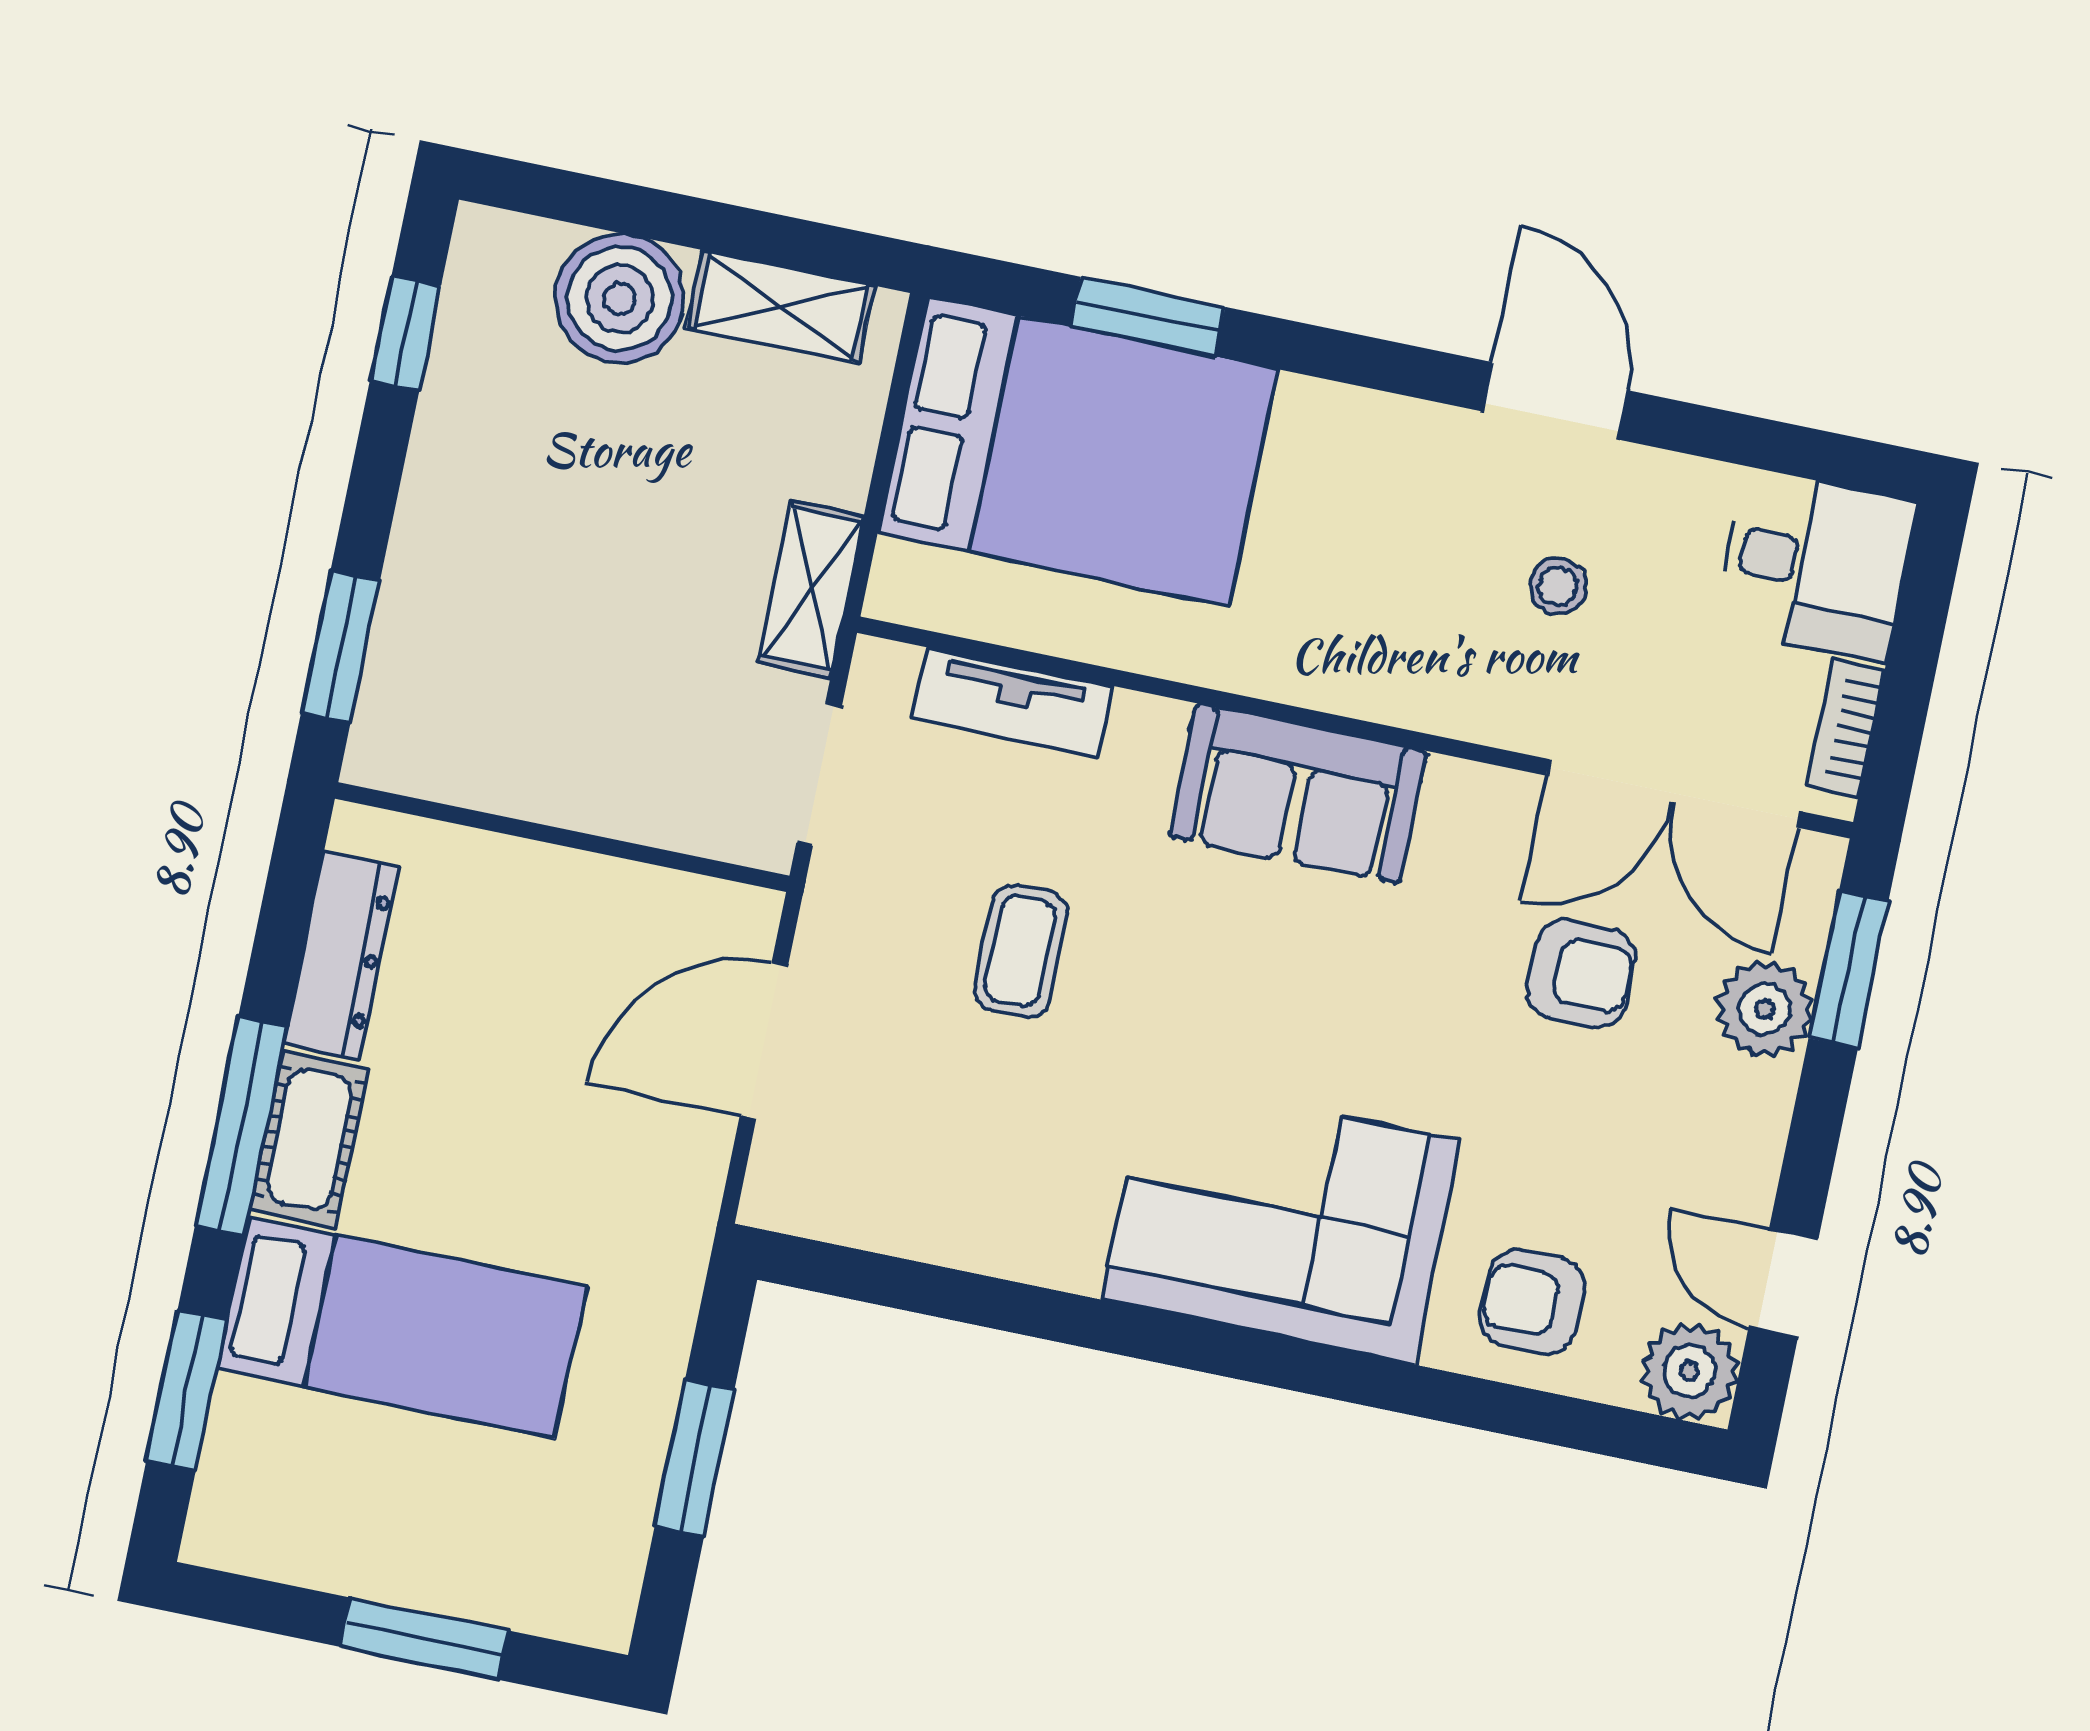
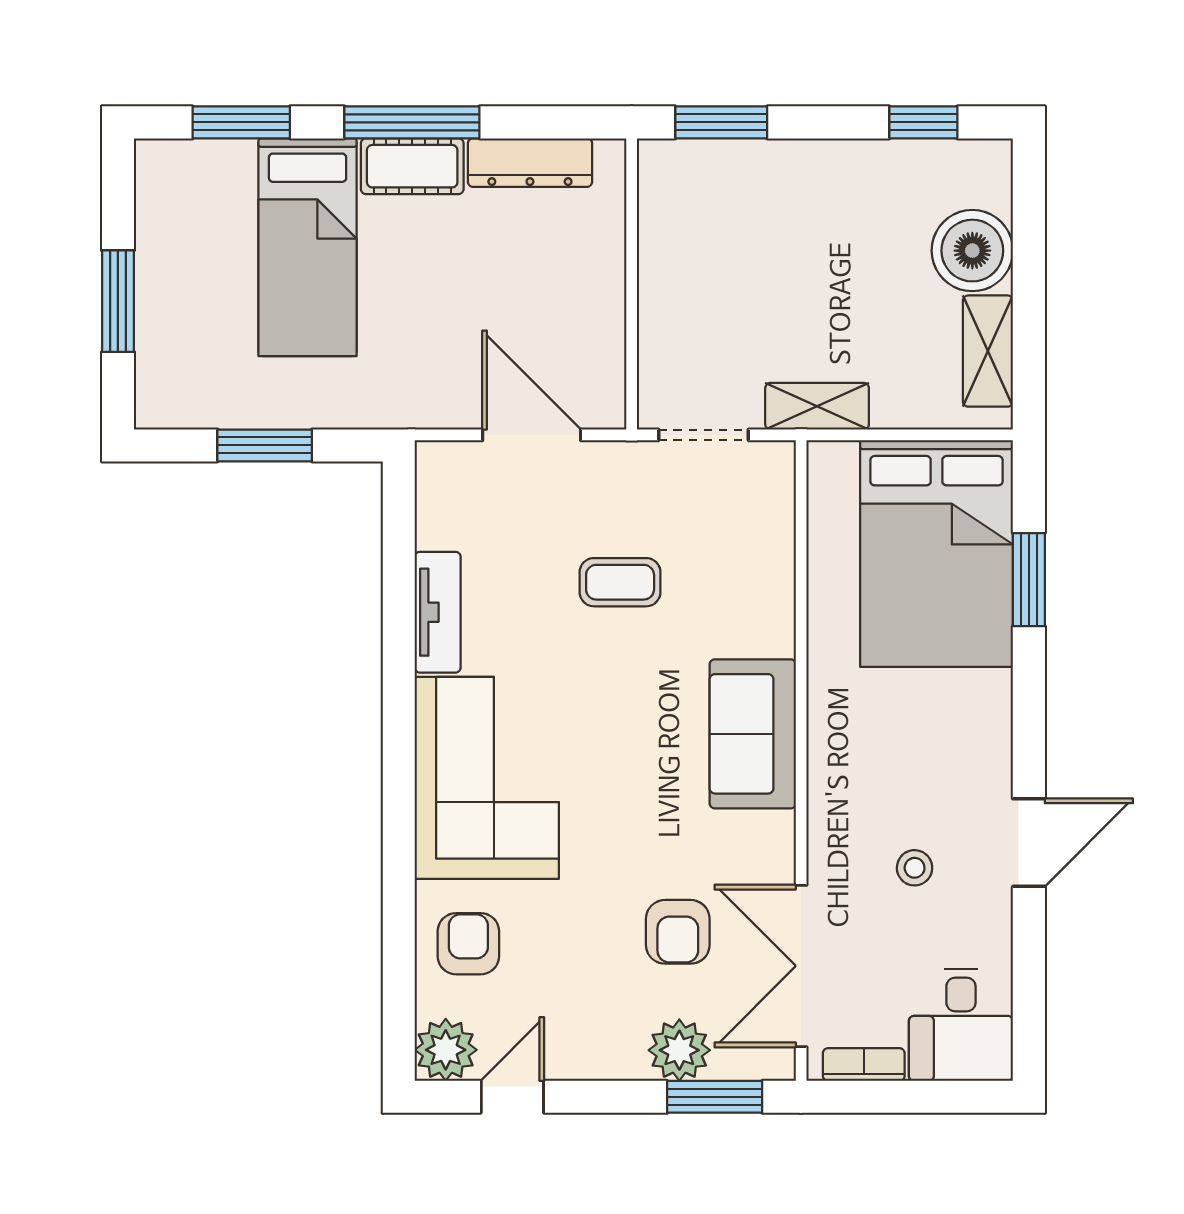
tv unit: (1012, 702) -> (438, 612), moved, turned 180

